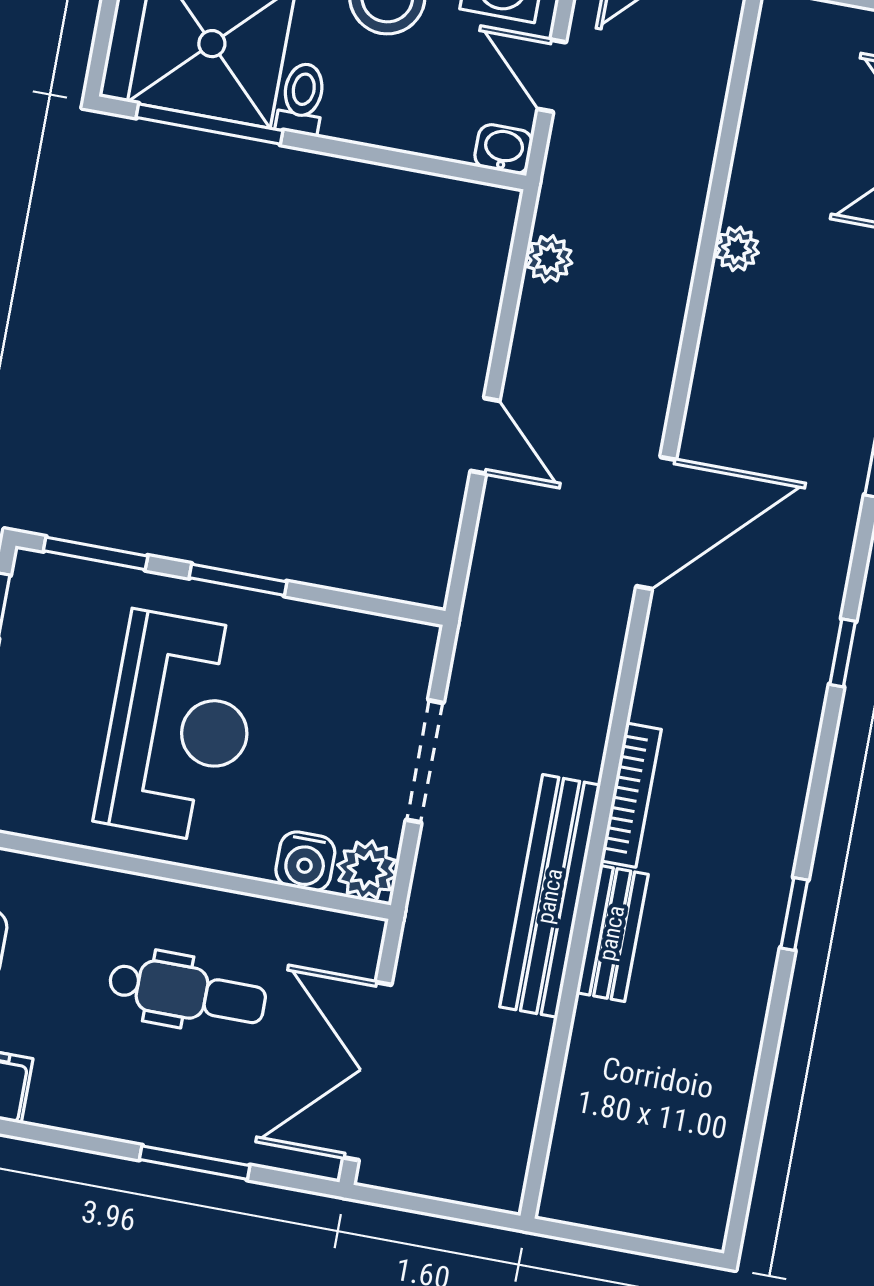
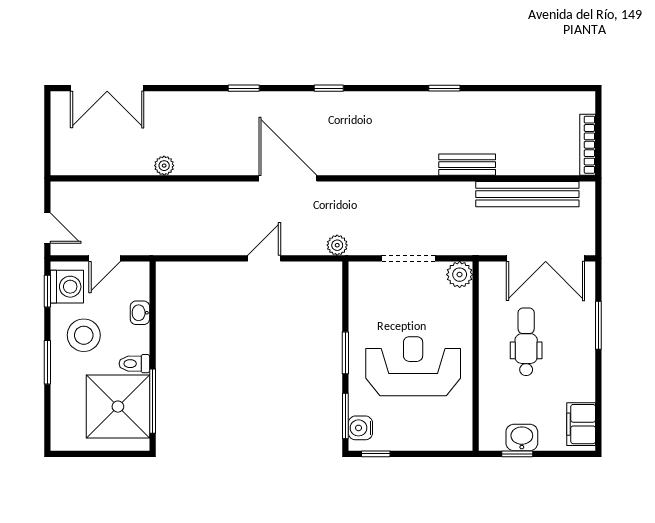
washbasin: (503, 149) -> (140, 313), moved
plant: (549, 259) -> (337, 245), moved
bookcase: (631, 795) -> (588, 145), moved, turned -90
water cooler: (305, 861) -> (360, 428), moved, turned 180
bench: (550, 896) -> (527, 194), moved

